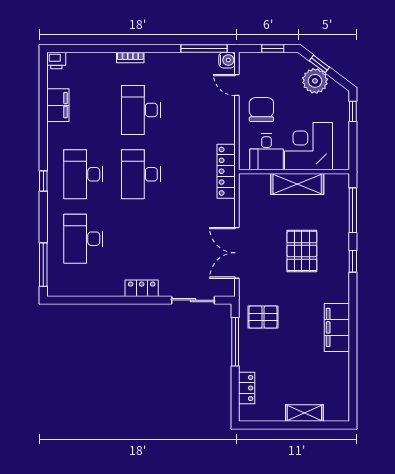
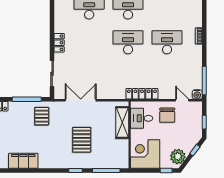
plant: (315, 81) -> (178, 156), moved
door: (237, 85) -> (182, 100), hinge flipped
chair: (261, 110) -> (167, 115), turned 90
corner desk: (308, 146) -> (145, 154), moved, turned -90
locker: (226, 171) -> (142, 94), moved
shelving: (297, 184) -> (122, 123), moved
pallet: (302, 251) -> (82, 140), turned 90
filing cabinet: (337, 327) -> (23, 161), moved

